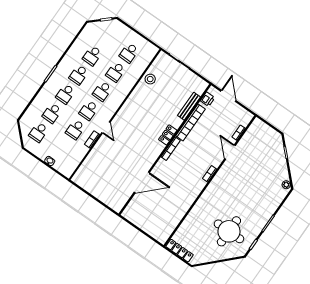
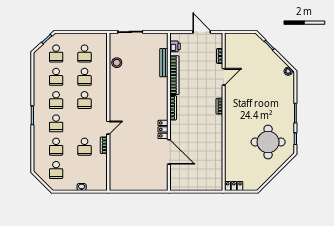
door: (228, 96) -> (202, 32), moved
school desk: (89, 110) -> (56, 53), moved
door: (106, 127) -> (108, 128), hinge flipped
locker: (168, 135) -> (163, 129), moved
door: (230, 152) -> (224, 77), swing flipped
door: (142, 182) -> (169, 152), hinge flipped
locker: (180, 251) -> (234, 186), width x0.66

